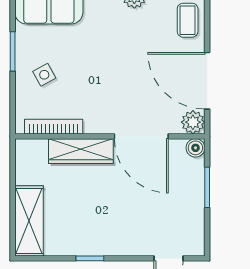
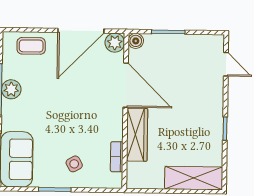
bookcase: (54, 127) -> (117, 157), width x0.64
door: (141, 136) -> (126, 85), hinge flipped

